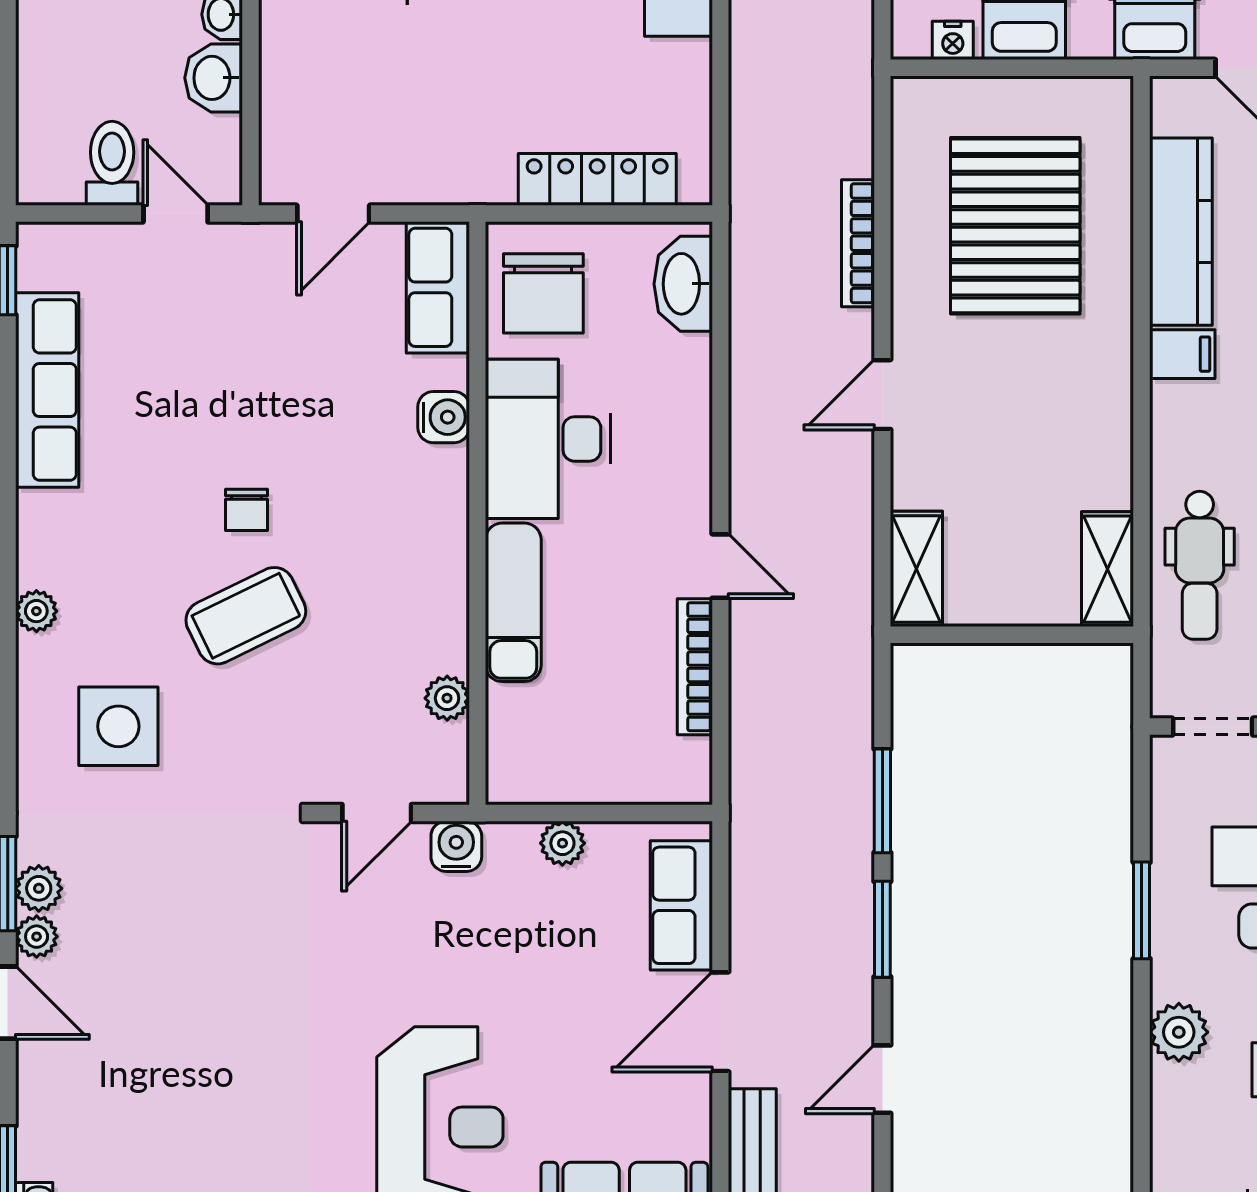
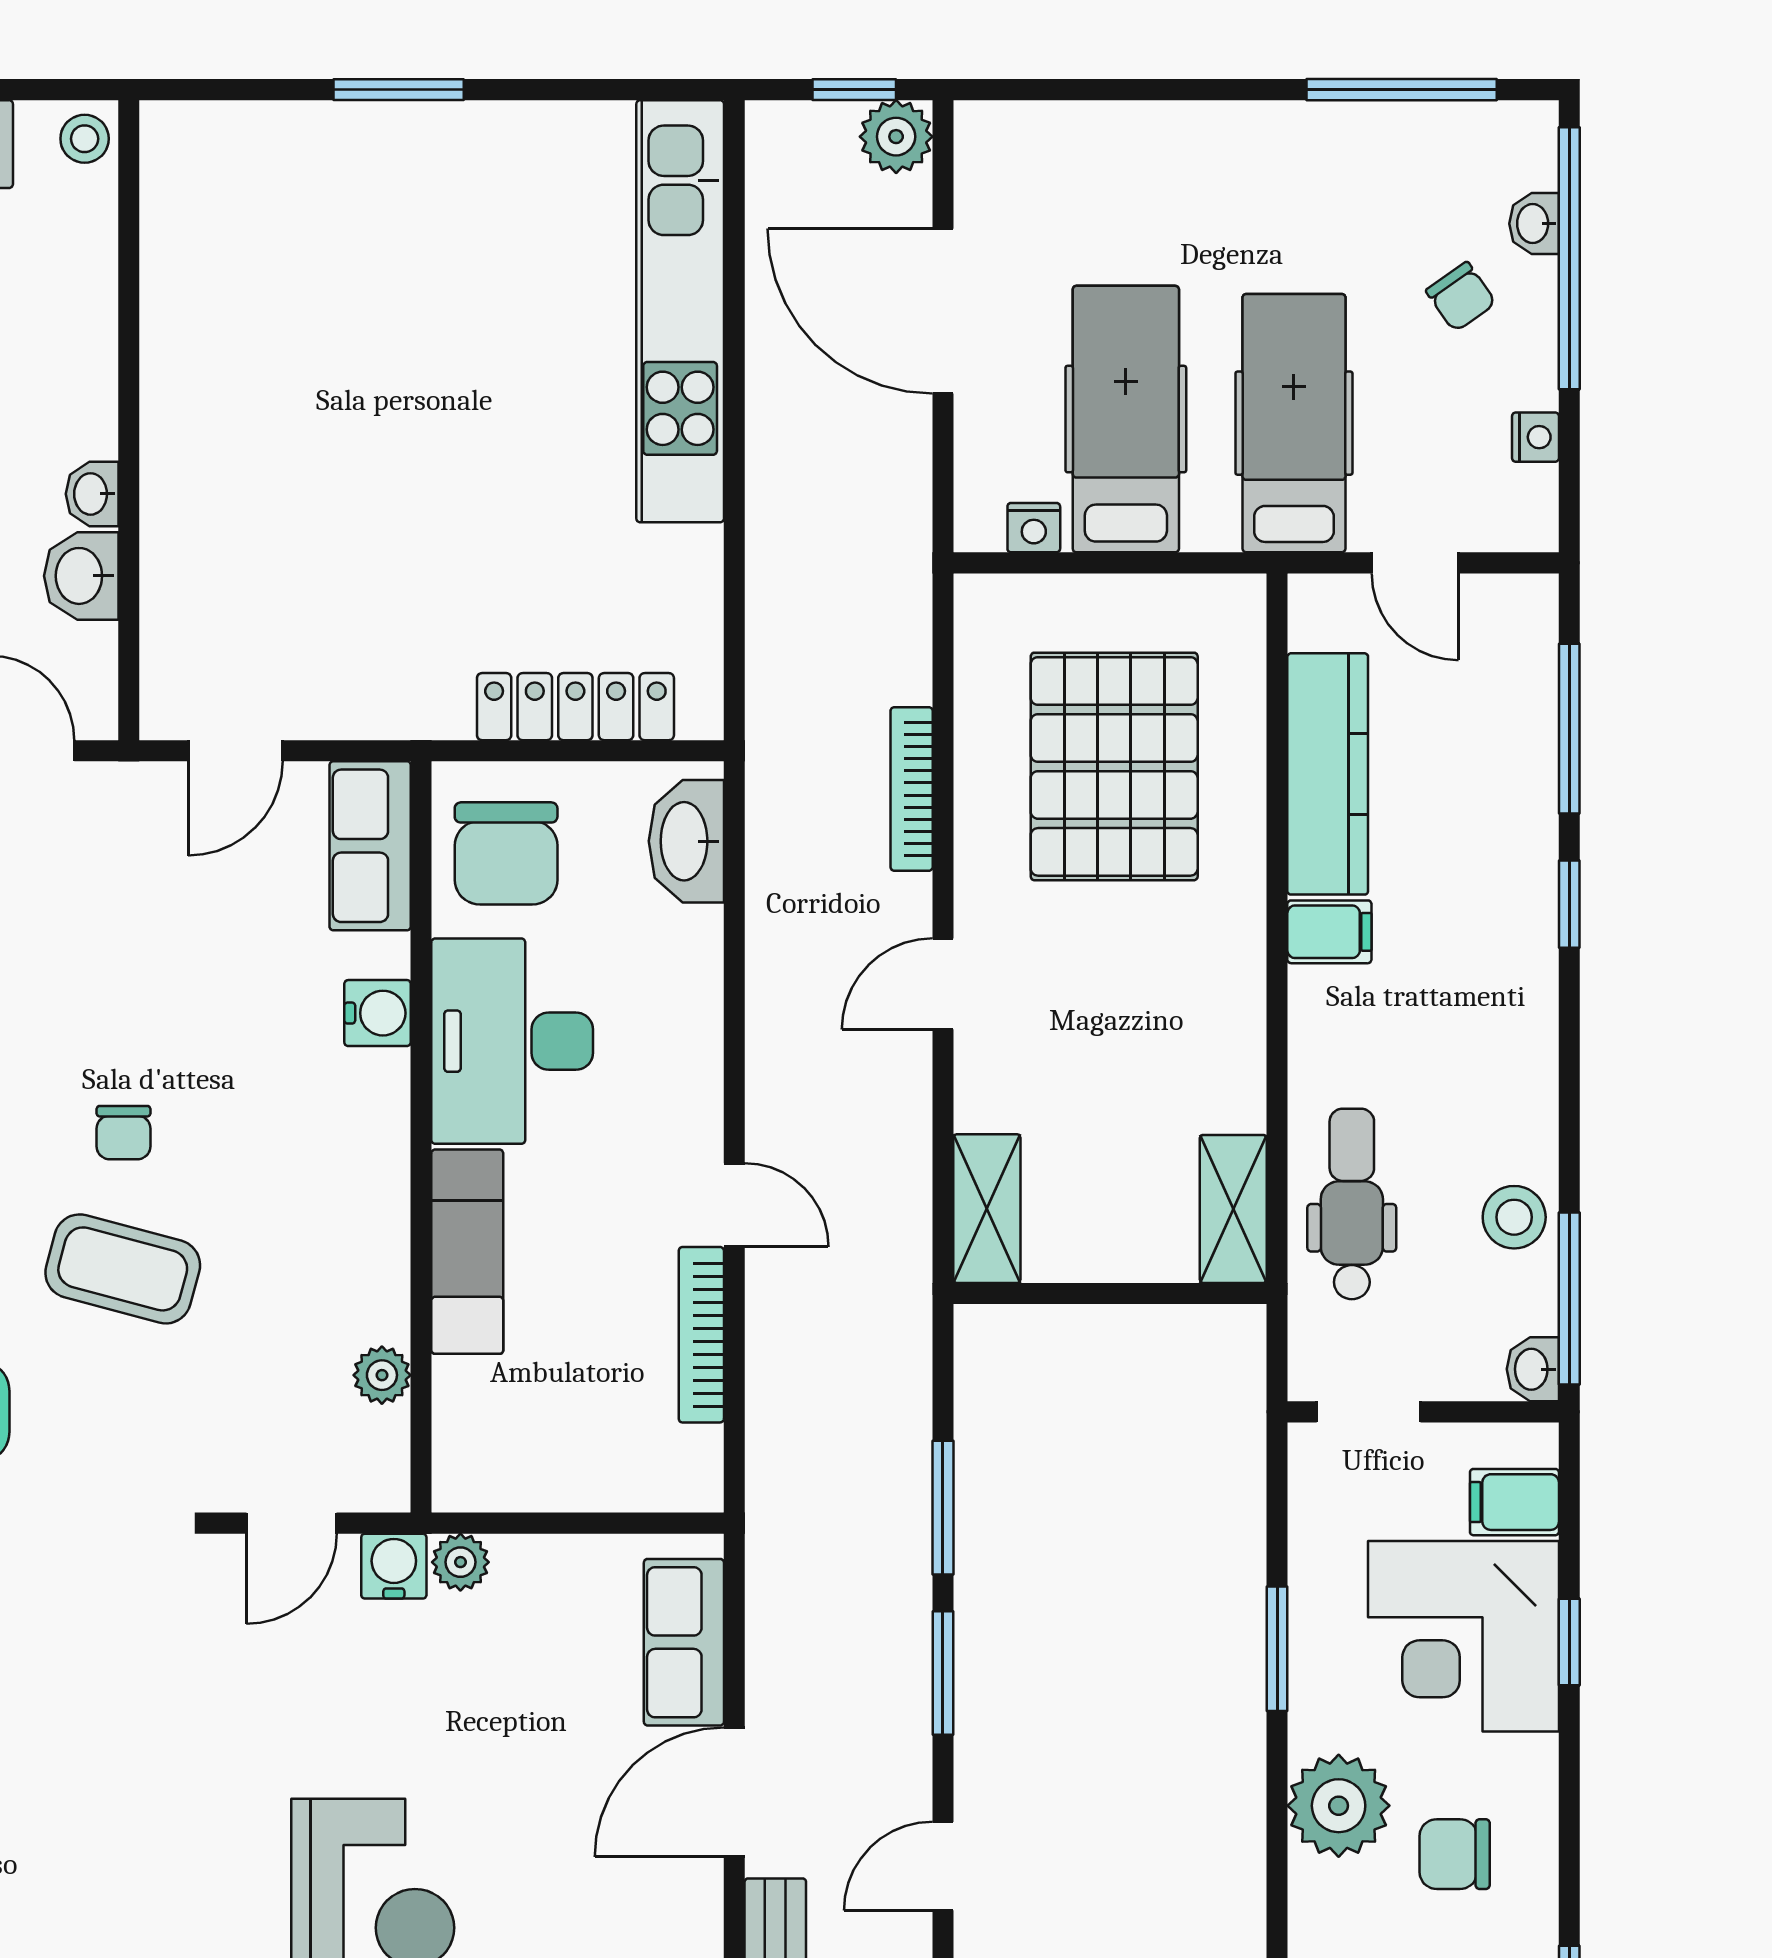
dental chair: (1200, 565) -> (1352, 1204), turned 180
coffee table: (246, 616) -> (123, 1269), turned 41
plant: (562, 843) -> (460, 1562), moved
plant: (1179, 1032) -> (1339, 1806), width x1.36, depth x1.36

